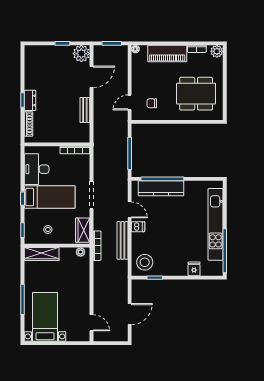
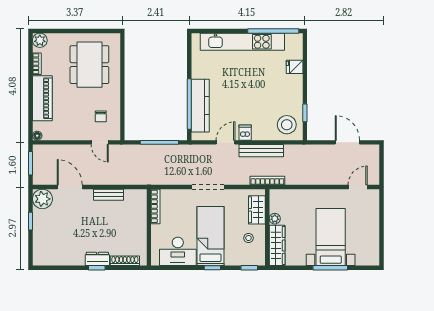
wardrobe: (83, 230) -> (257, 210), moved, turned 90
plant: (81, 252) -> (275, 219), moved
bed with nightstands: (45, 317) -> (331, 237), moved, turned 90

